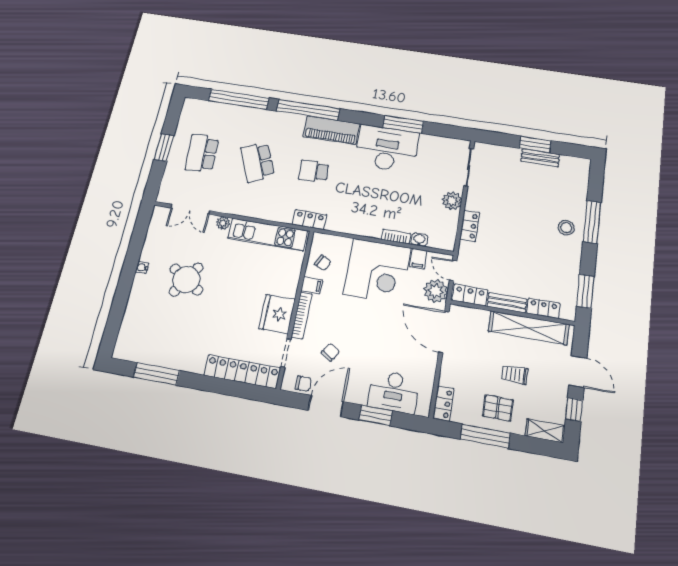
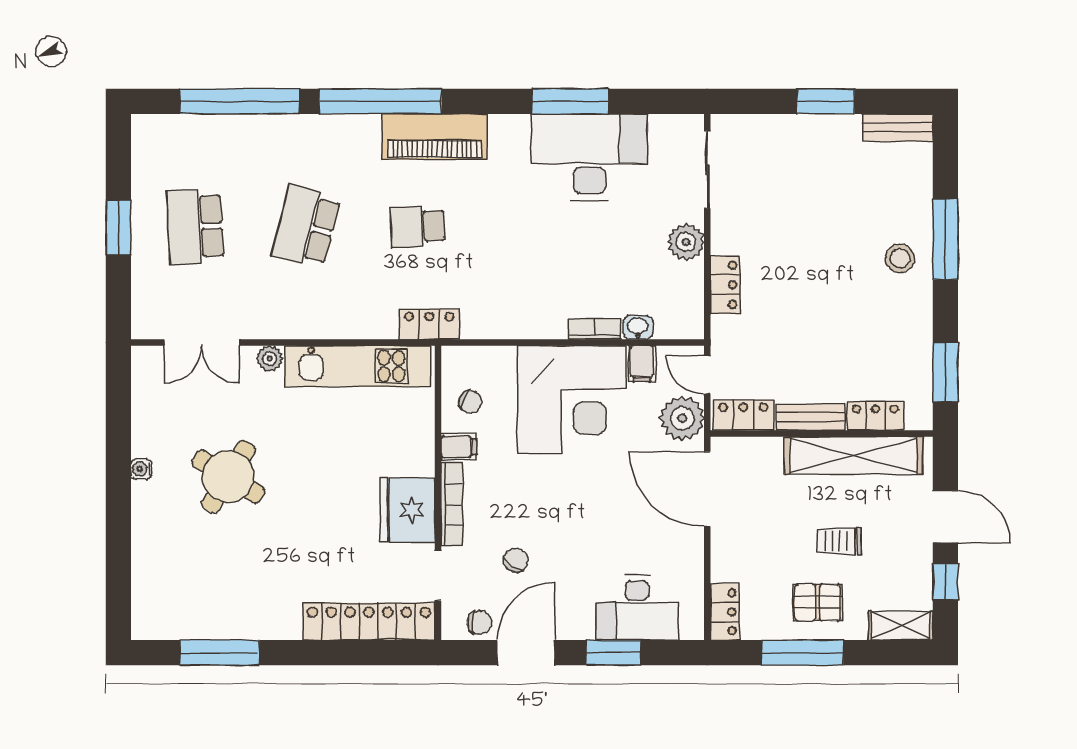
desk: (387, 148) -> (590, 157), moved
bench: (540, 158) -> (898, 127), moved
school desk: (257, 162) -> (306, 227), turned 39

